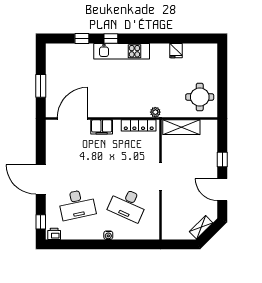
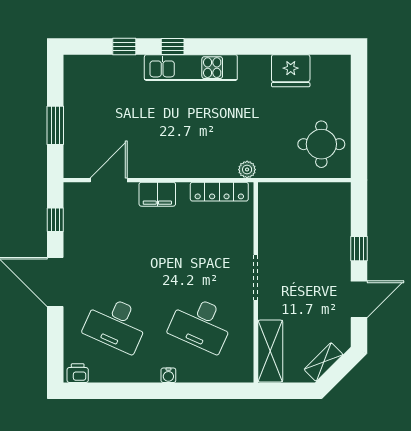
fridge: (176, 51) -> (291, 71), width x1.88, depth x1.34
door: (73, 118) -> (109, 180), width x0.73
shelving: (181, 127) -> (270, 351), moved, turned 90
door: (222, 190) -> (359, 299), swing flipped
desk: (77, 204) -> (116, 324), turned 36
window: (41, 222) -> (55, 220), moved

